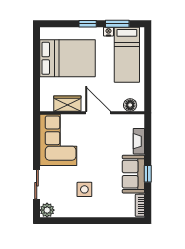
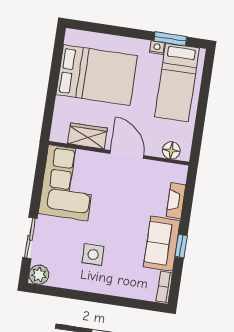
window: (88, 24) -> (131, 33), removed

